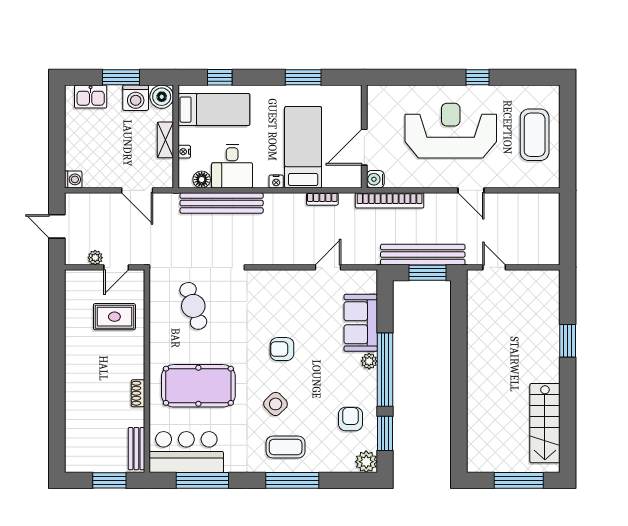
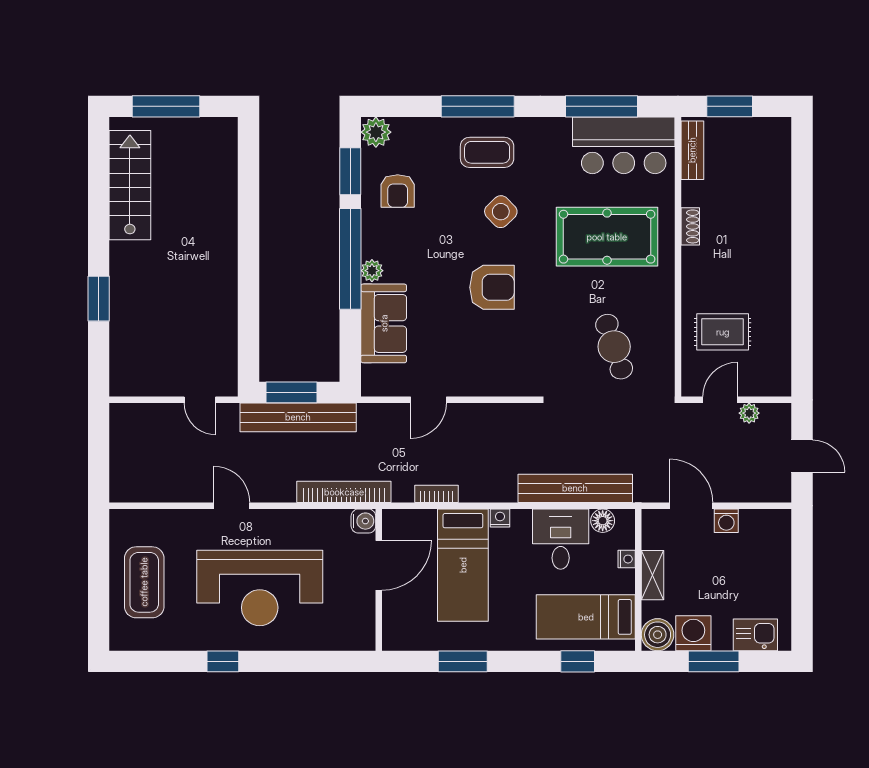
washing machine: (73, 179) -> (726, 521), moved, turned -90
armchair: (282, 349) -> (492, 287), width x1.38, depth x1.38

